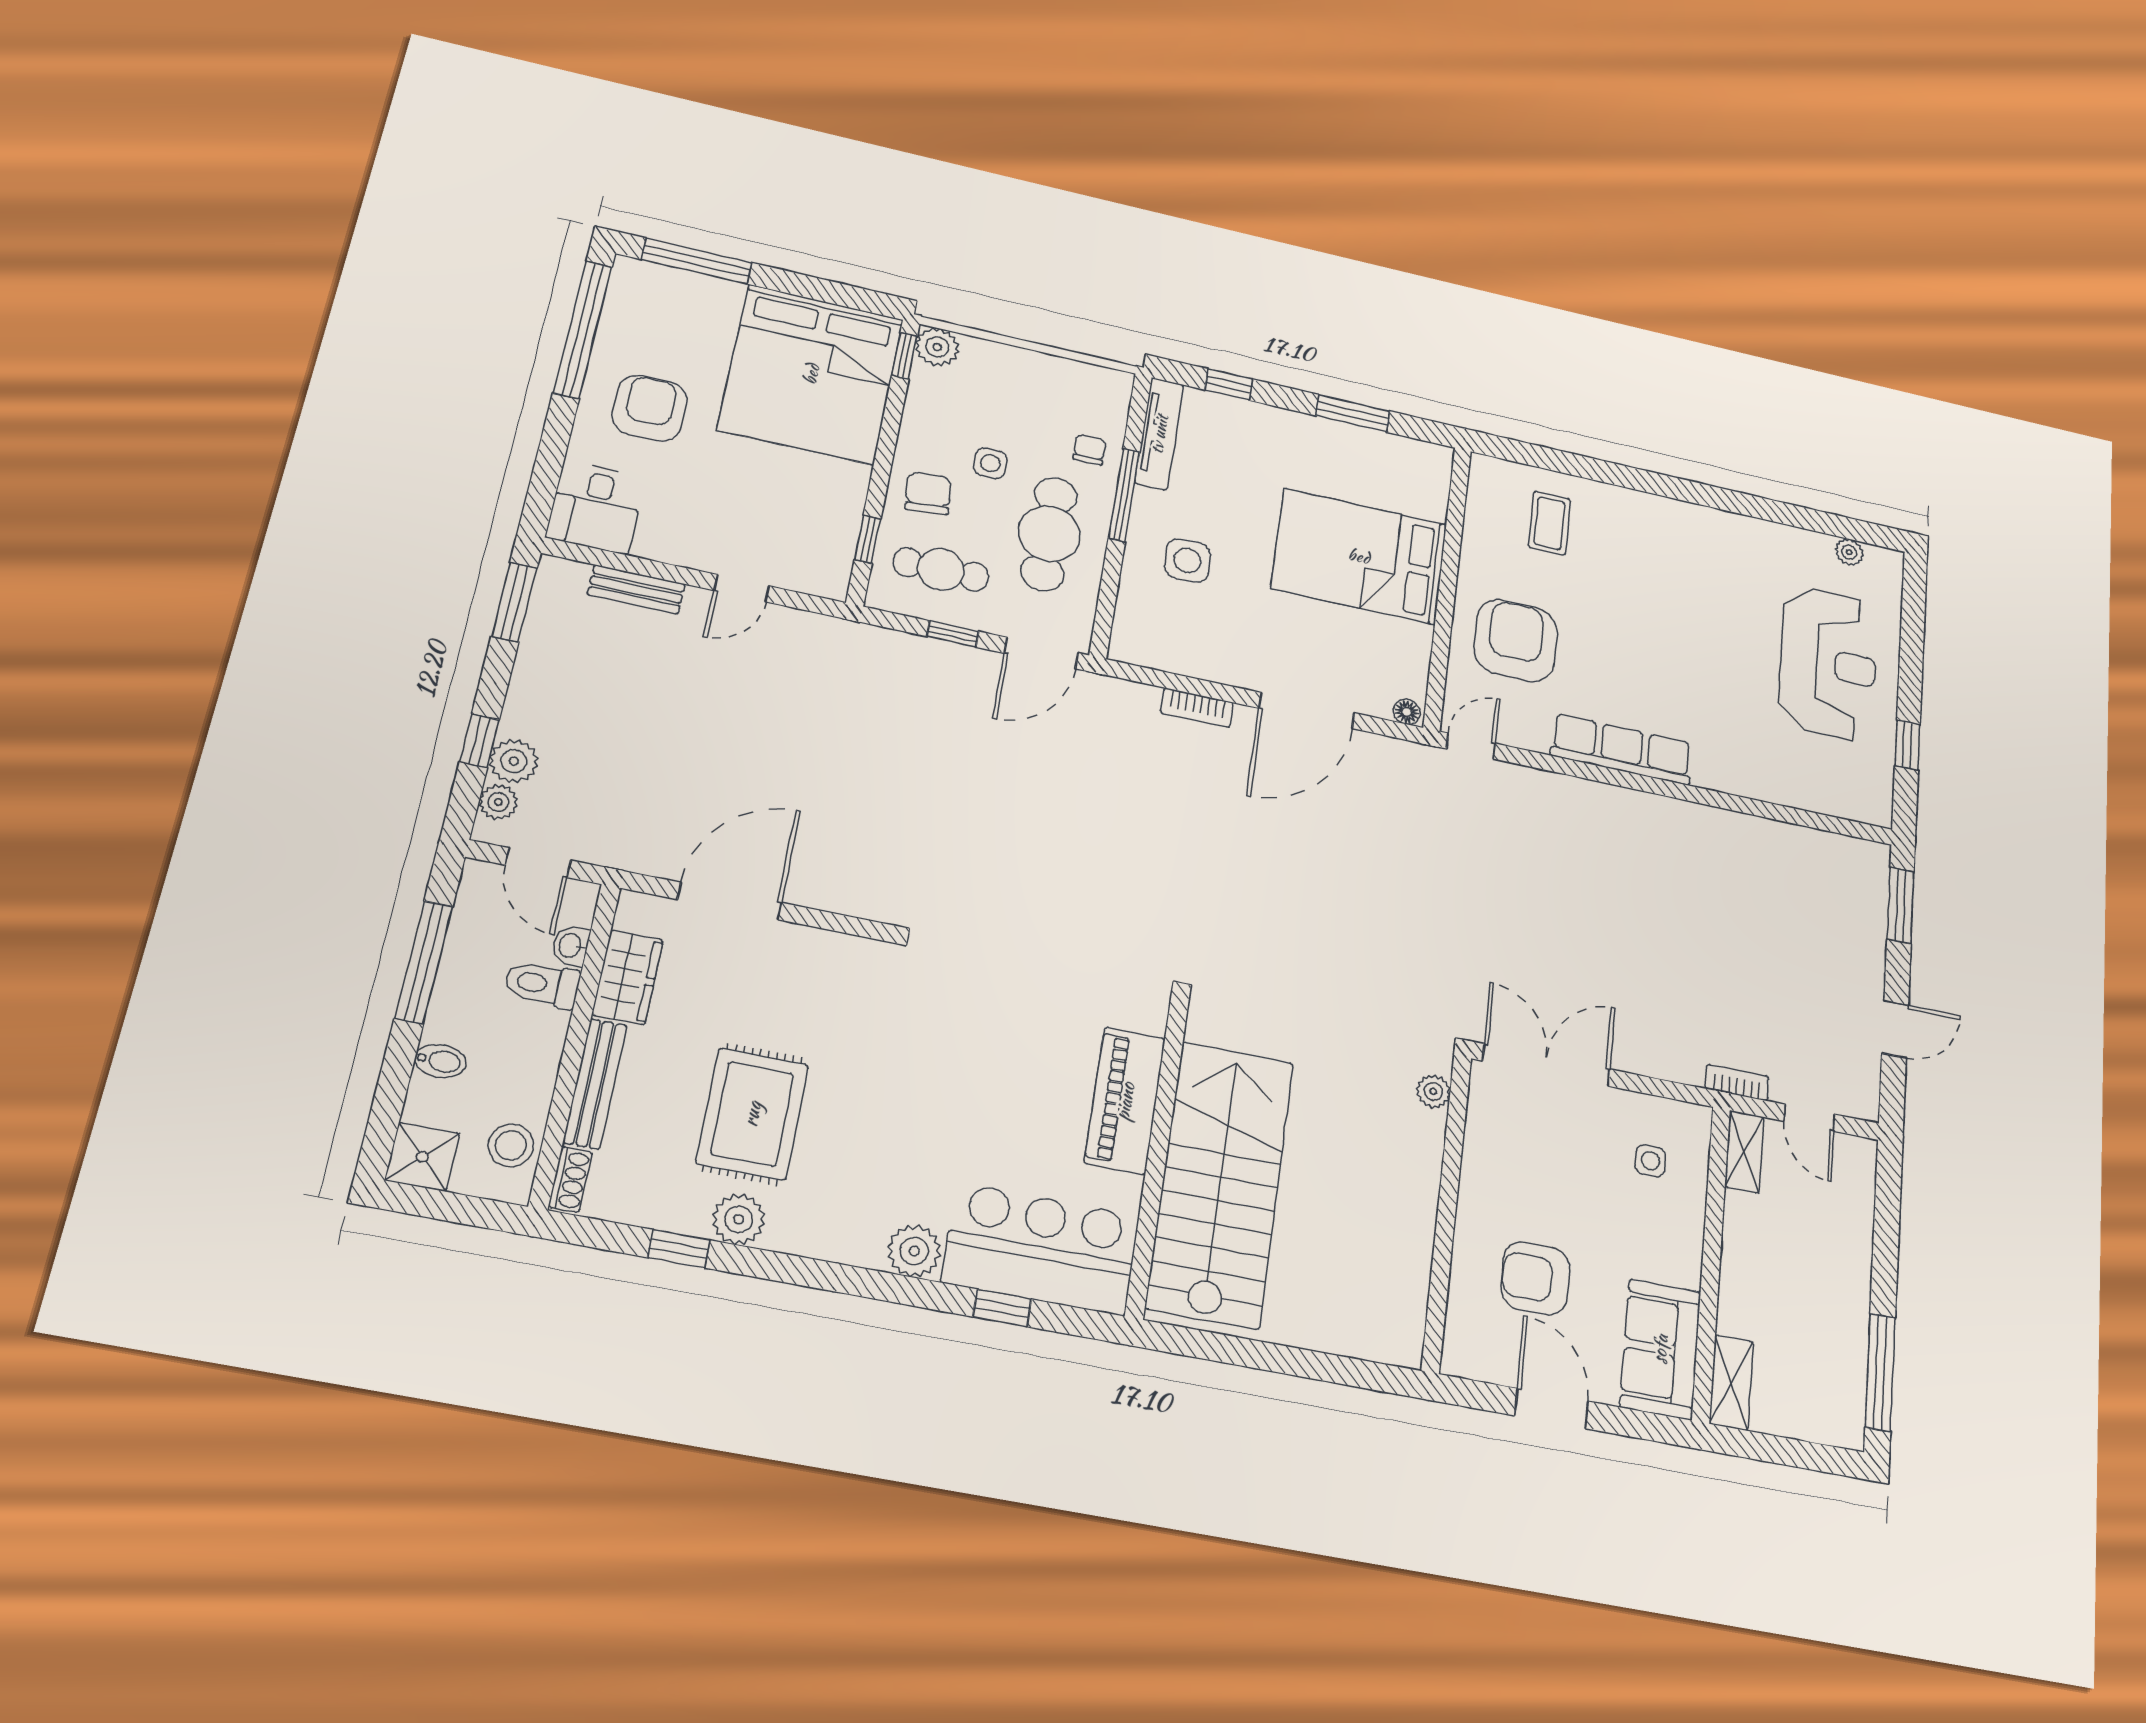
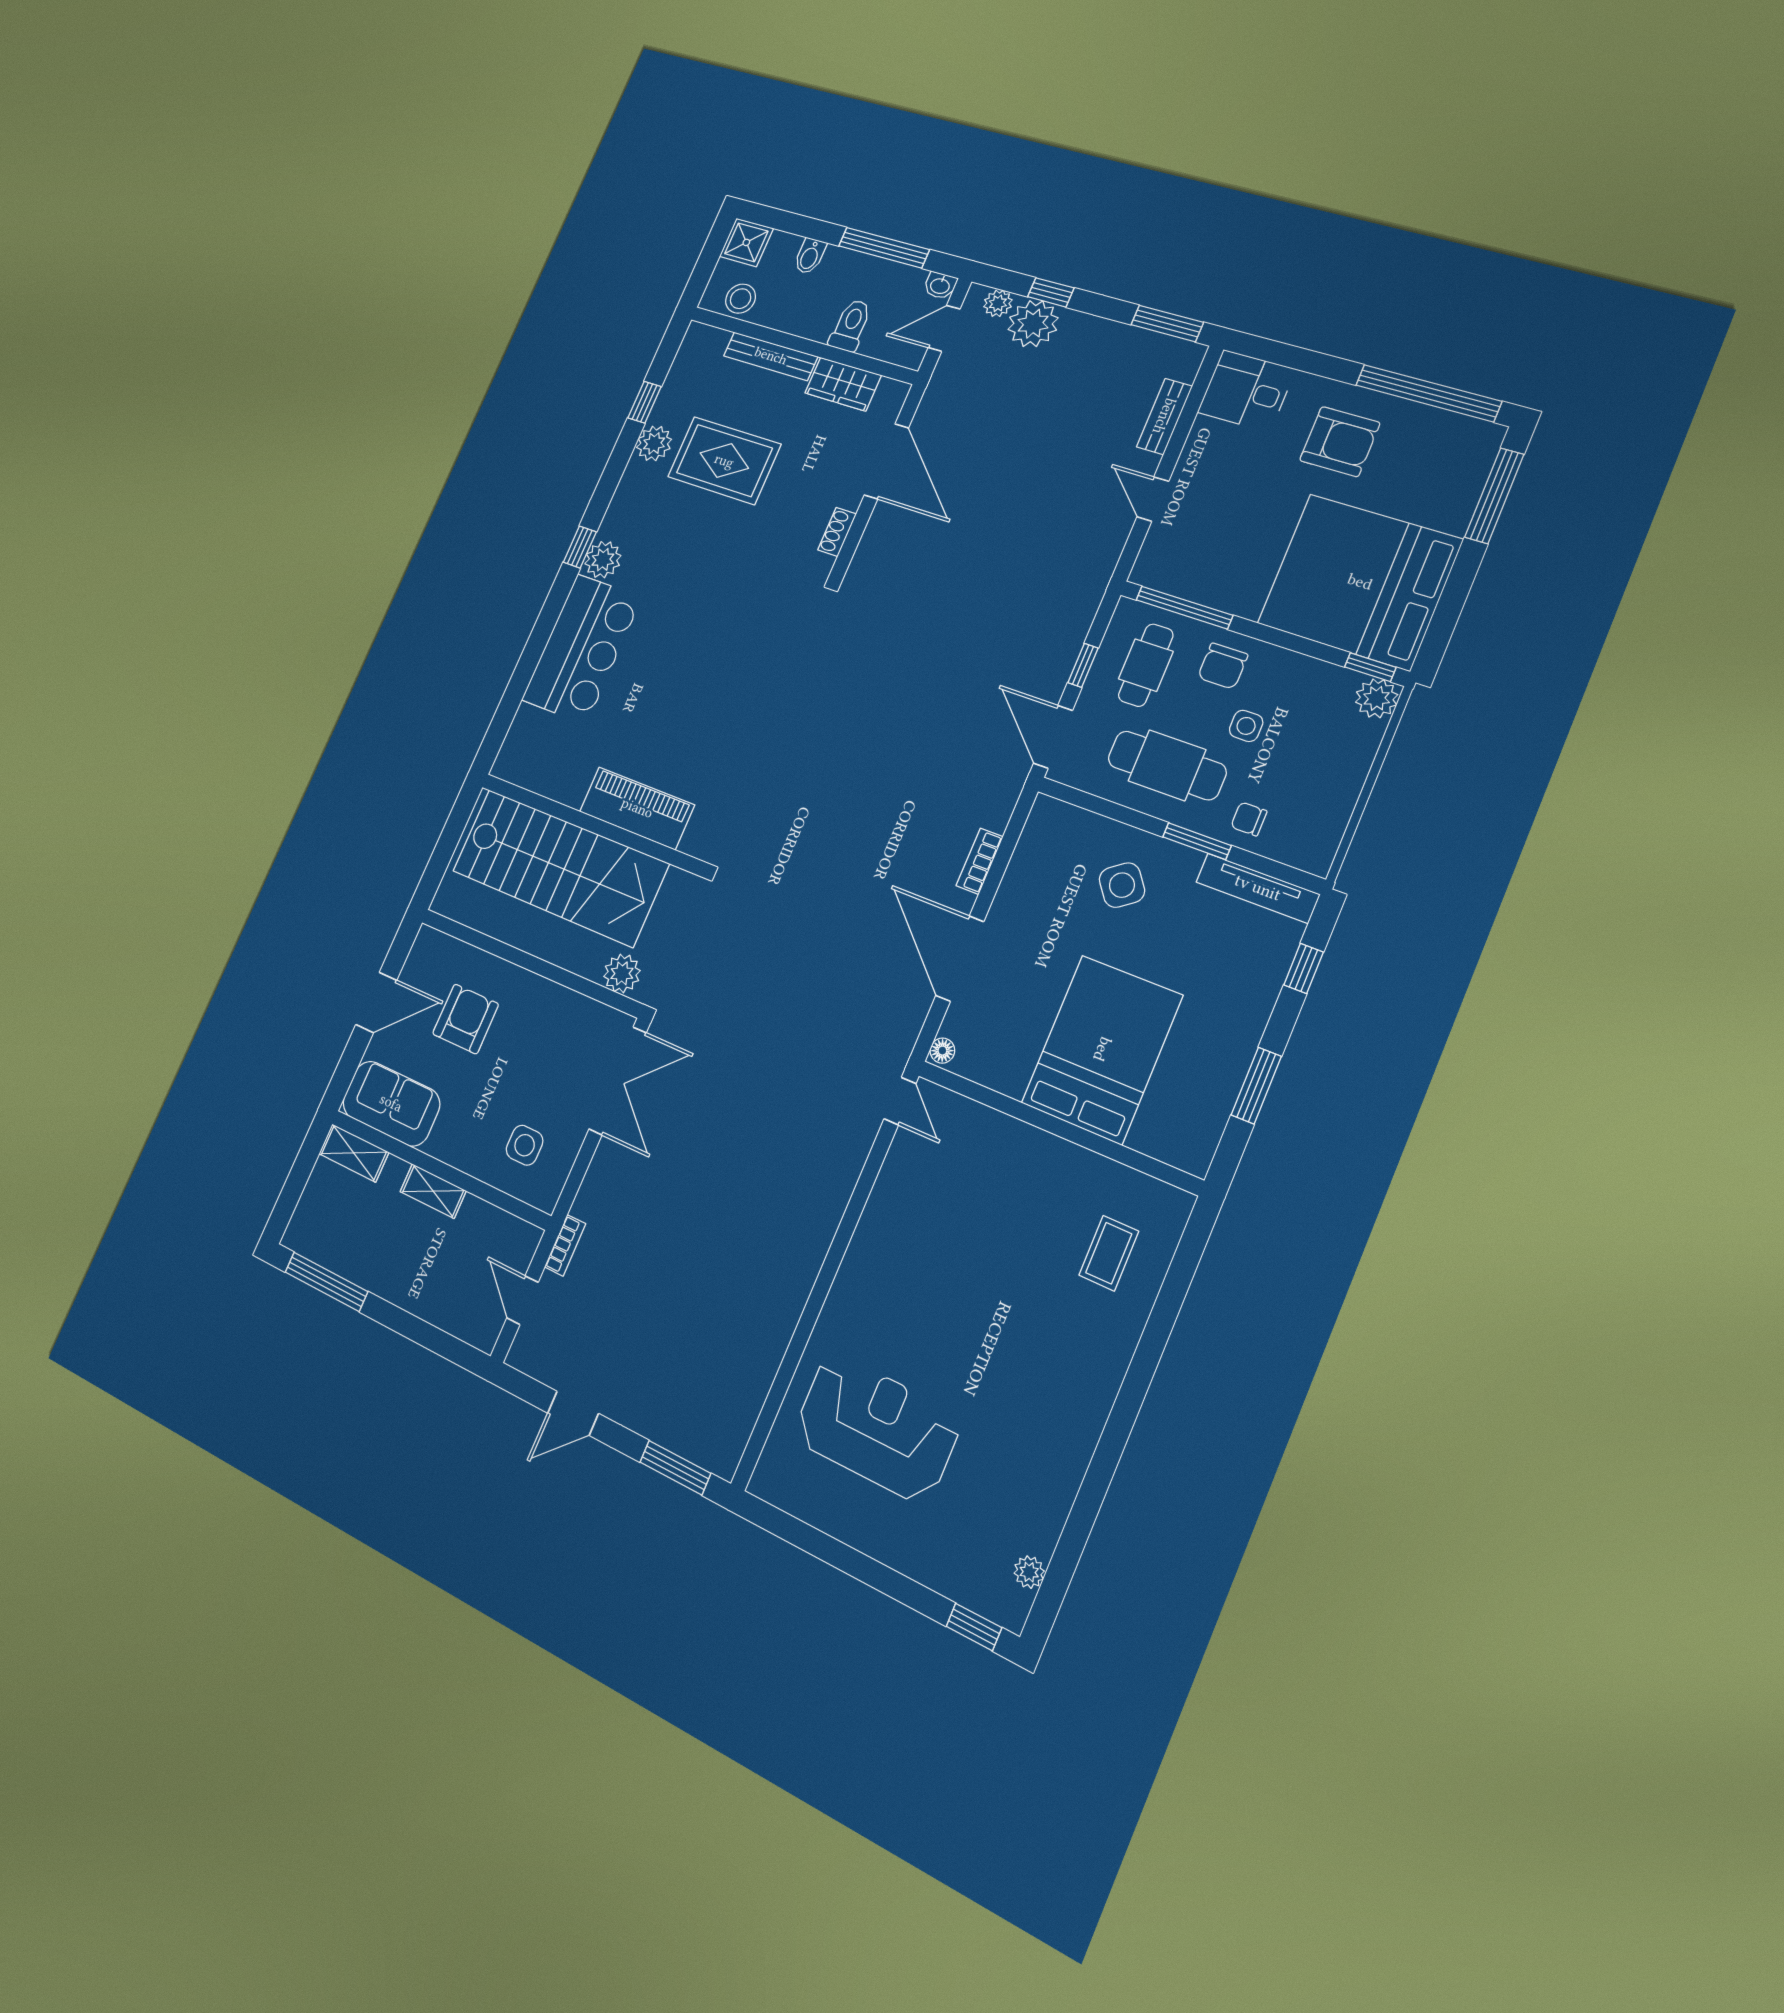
chair: (1090, 450) -> (1249, 819), turned 180
chair: (928, 493) -> (1223, 666), turned 95
window: (1124, 495) -> (1197, 841), width x0.69
coffee table: (1550, 523) -> (1109, 1253), turned 90
window: (868, 539) -> (1184, 608), width x2.17
side table: (1188, 560) -> (1122, 885), turned -35
armchair: (1516, 640) -> (993, 1177), removed
reception desk: (1828, 663) -> (877, 1428), moved, turned 180
window: (1907, 745) -> (974, 1627), moved
row of seats: (1622, 749) -> (870, 1246), removed
plant: (514, 761) -> (1033, 324), width x1.36, depth x1.36
washbasin: (571, 946) -> (940, 285), moved, turned 180
door: (1895, 1029) -> (573, 1413), hinge flipped
plant: (1433, 1091) -> (622, 973), width x1.38, depth x1.38
piano: (1125, 1101) -> (637, 808), moved
door: (1809, 1118) -> (523, 1300), hinge flipped
shelving: (1744, 1152) -> (433, 1191), moved
wall: (1157, 1156) -> (591, 824), moved
side table: (1650, 1161) -> (525, 1145), width x1.37, depth x1.37
shoe rack: (570, 1179) -> (837, 532), moved, turned 90
stairs: (1220, 1184) -> (560, 867), moved
window: (1002, 1308) -> (580, 547), moved

